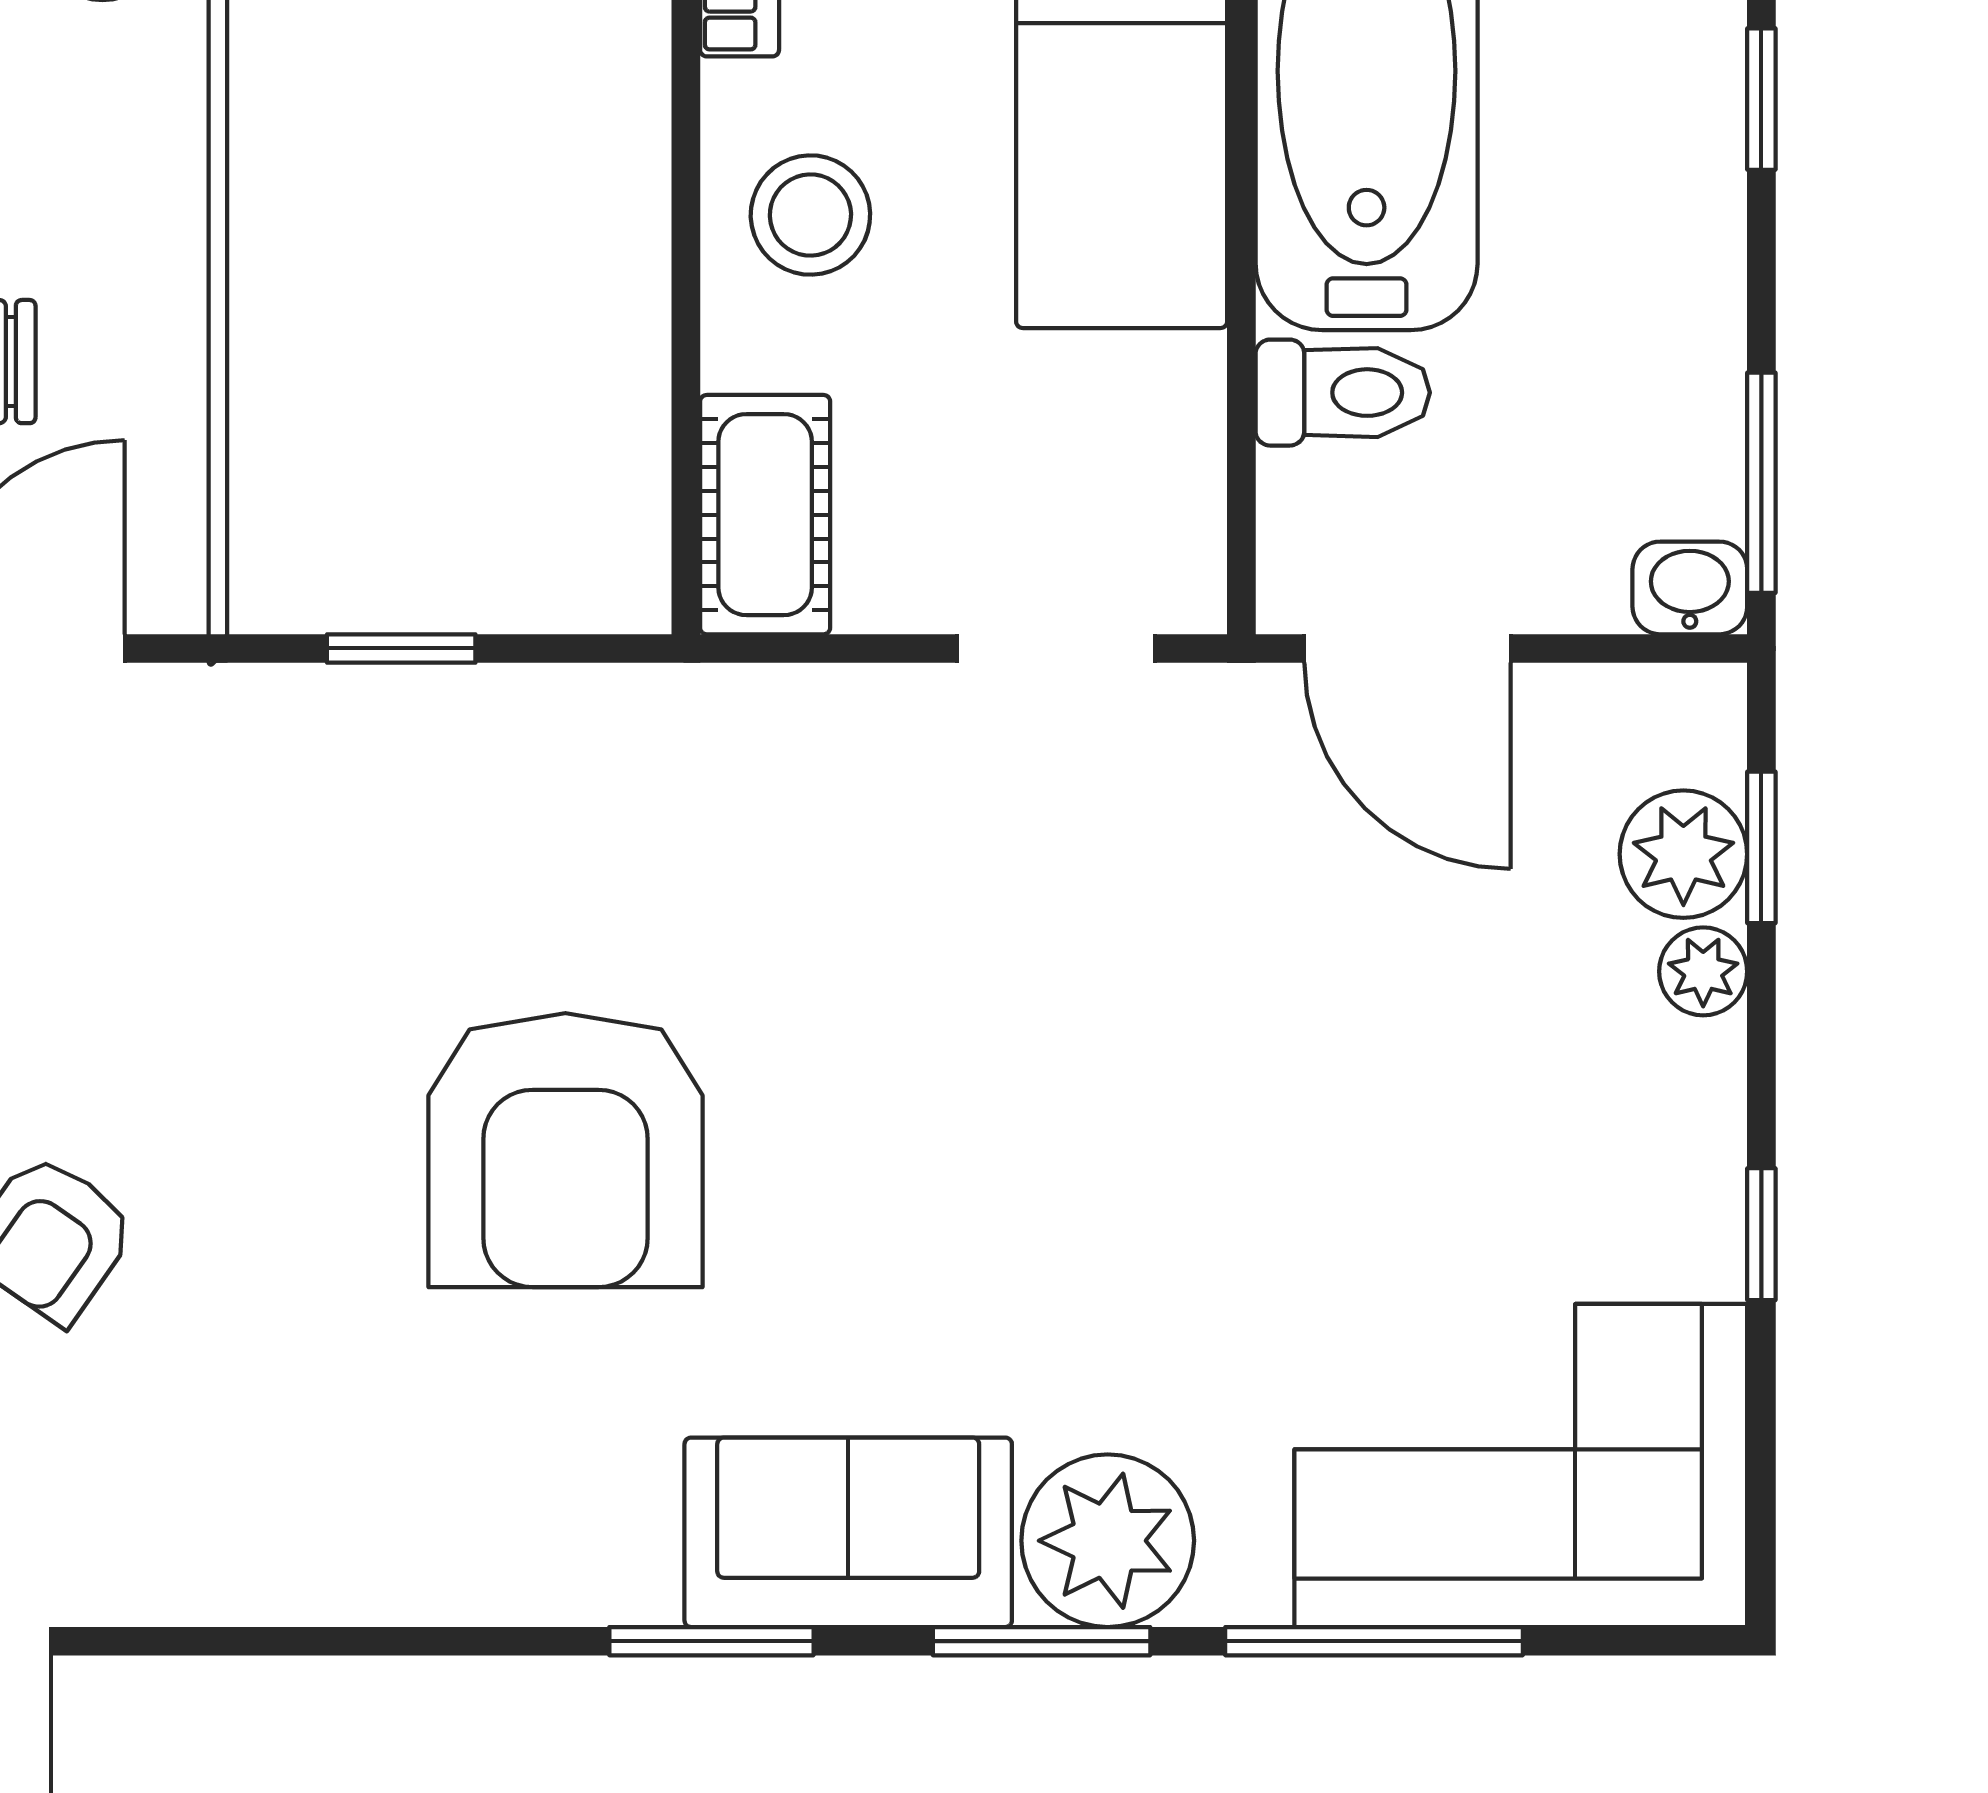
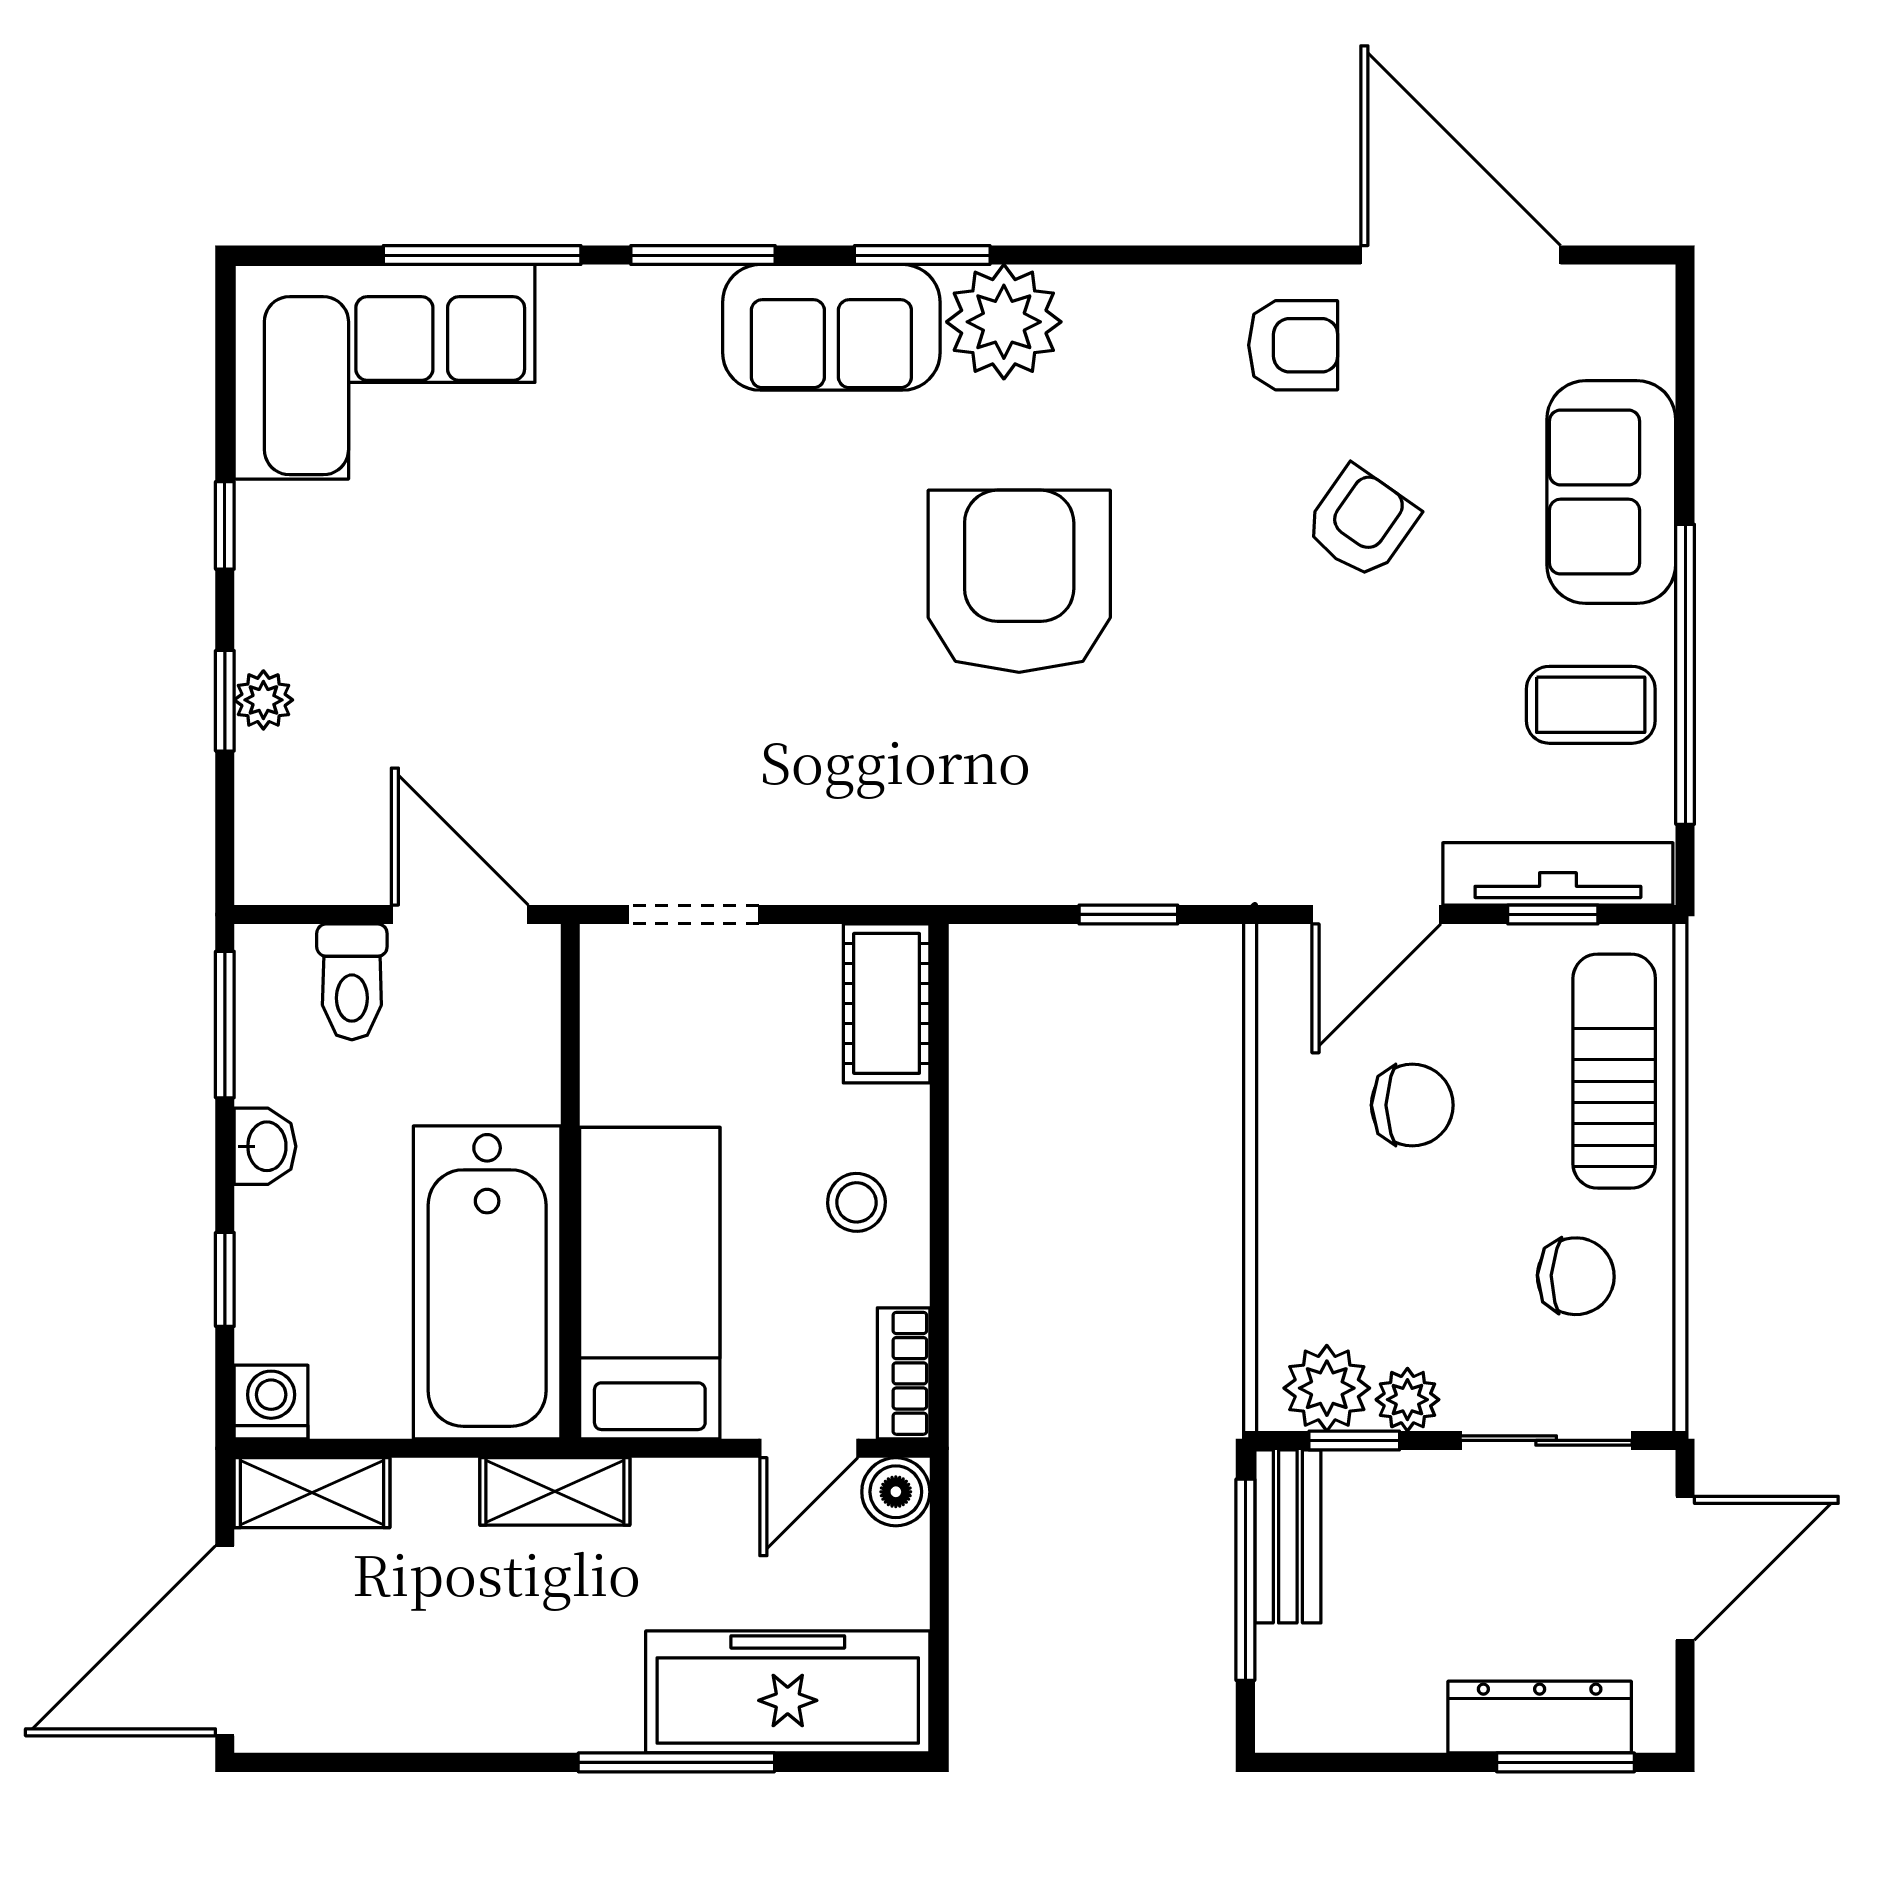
stool: (810, 215) -> (856, 1202), width x0.73, depth x0.73
toilet: (1343, 393) -> (352, 982), moved, turned -90
washbasin: (1690, 588) -> (265, 1146), moved, turned -90
window: (1761, 847) -> (225, 701), moved
plant: (1683, 854) -> (277, 778), removed
armchair: (153, 1505) -> (1293, 345), added
plant: (1108, 1541) -> (1004, 322), moved

